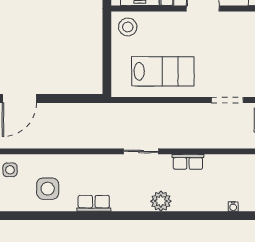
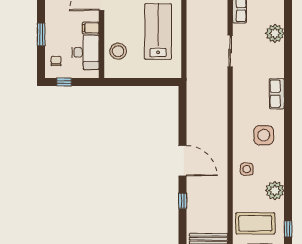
stool: (128, 27) -> (118, 51), moved

